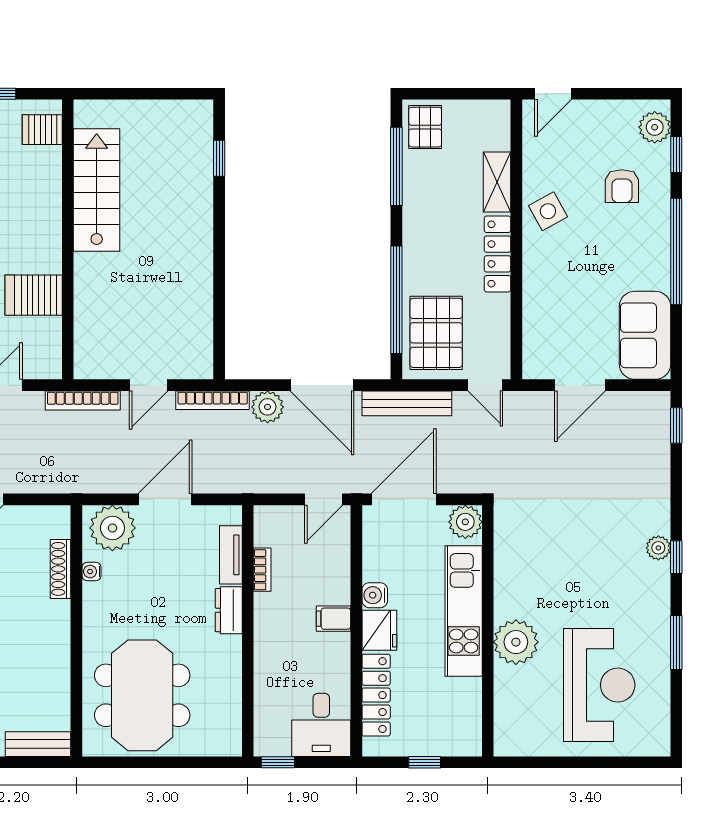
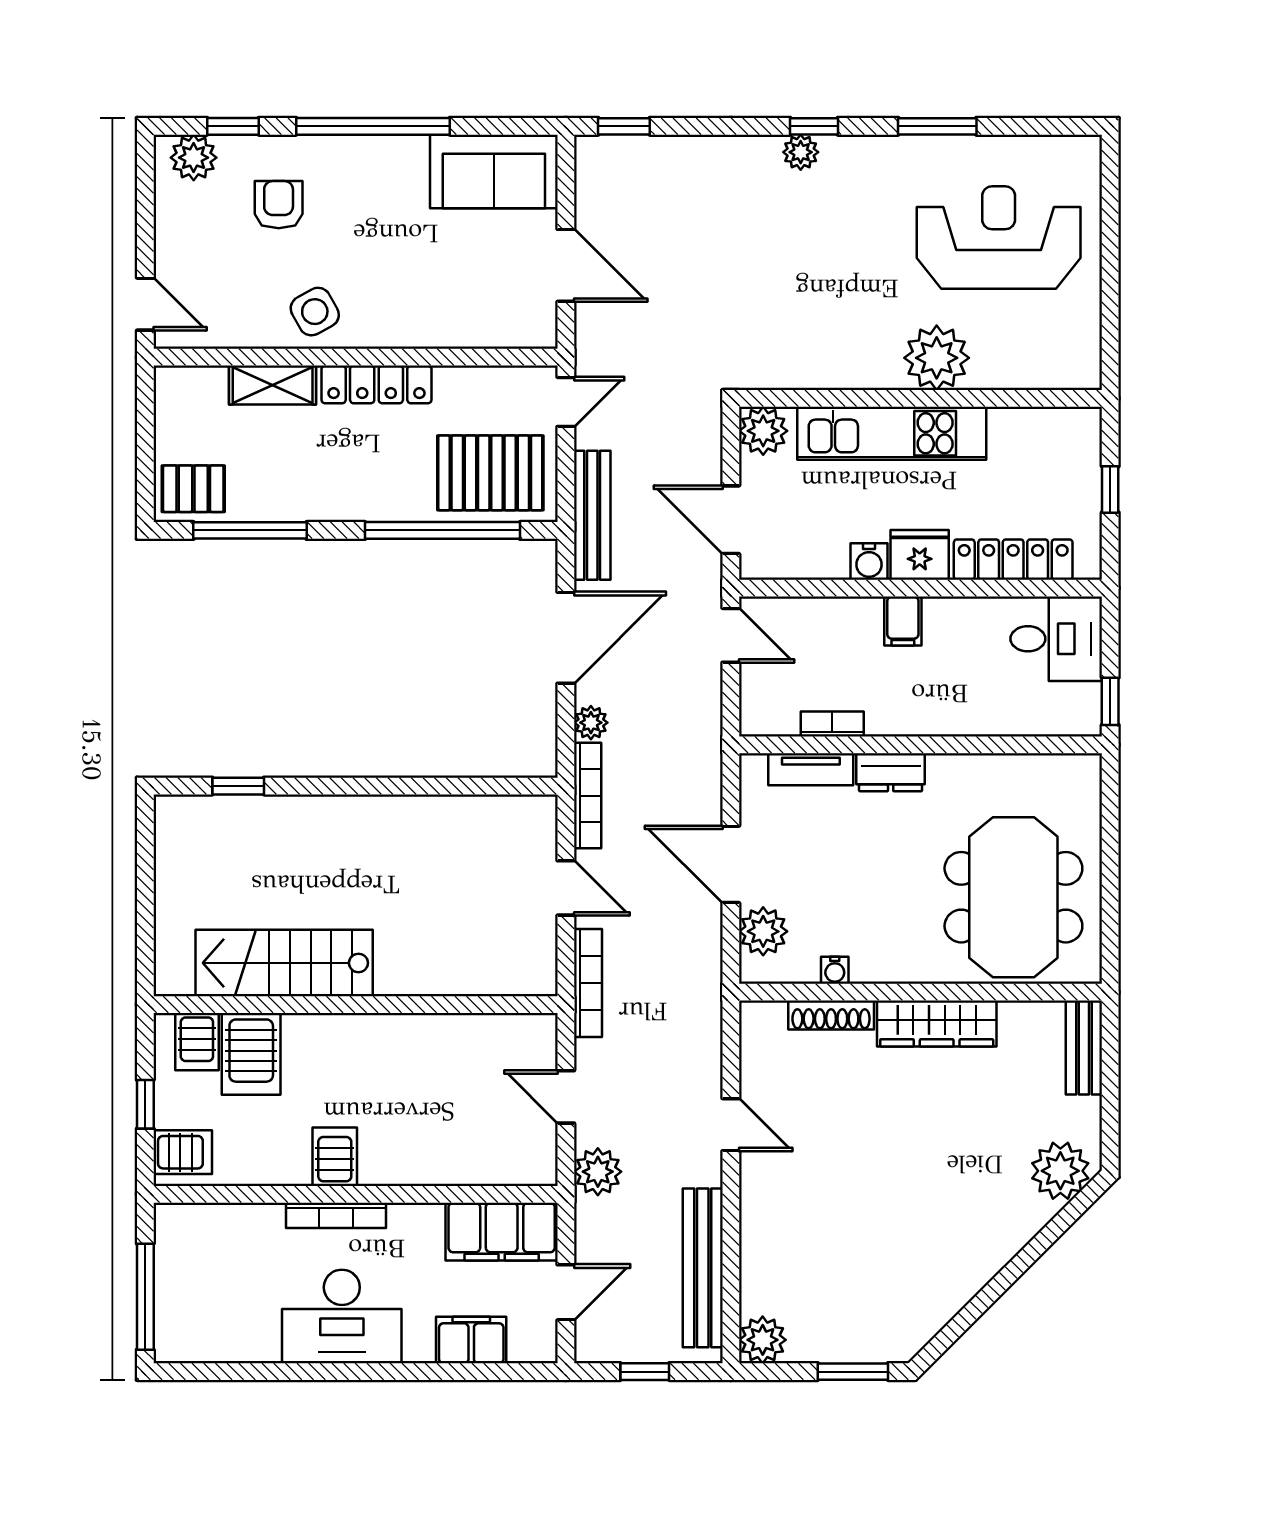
armchair: (622, 186) -> (279, 205), turned -90
server rack: (34, 295) -> (251, 1054), moved
plant: (268, 407) -> (591, 723), width x0.73, depth x0.73
door: (404, 499) -> (731, 520), width x0.73
plant: (112, 528) -> (763, 931), width x0.73, depth x0.73
wardrobe: (55, 642) -> (937, 1024), added
meeting table: (142, 695) -> (1013, 897), turned 90

